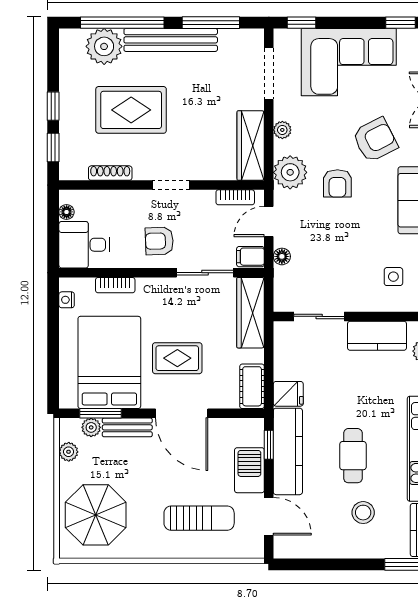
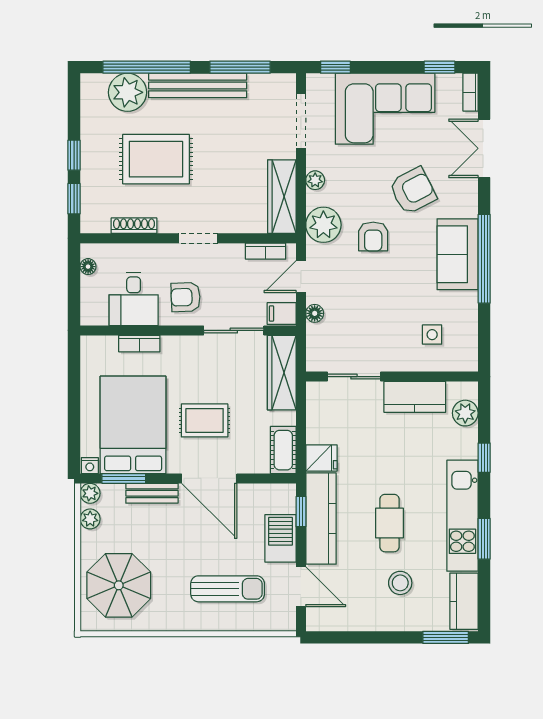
desk: (84, 245) -> (134, 299), moved, turned -90
nightstand: (67, 300) -> (90, 466), moved, turned -90
plant: (91, 427) -> (90, 493), moved

